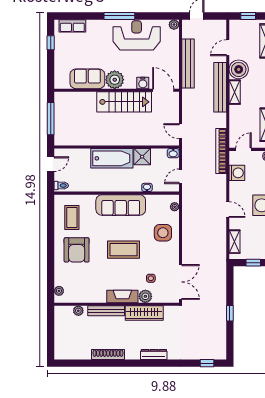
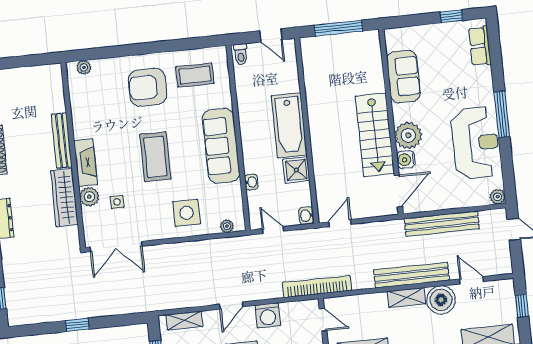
plant: (115, 80) -> (408, 135), moved
washing machine: (237, 173) -> (268, 315), moved
plant: (78, 311) -> (57, 99), removed

